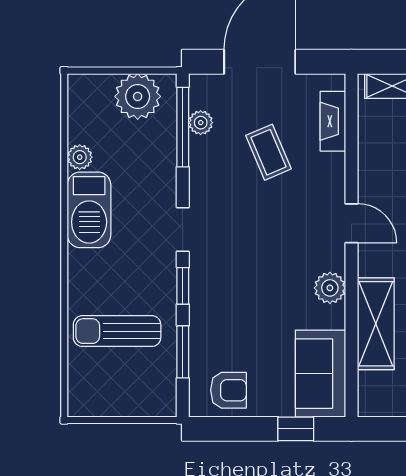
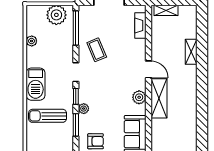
plant: (201, 123) -> (84, 109), moved
coffee table: (268, 152) -> (97, 50), moved
barbecue: (89, 210) -> (36, 84), moved
shelving: (376, 324) -> (159, 98), moved

